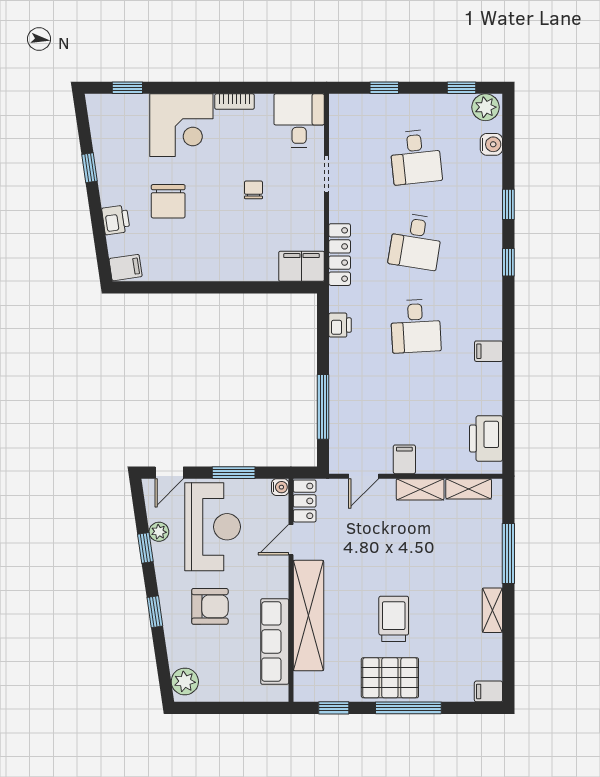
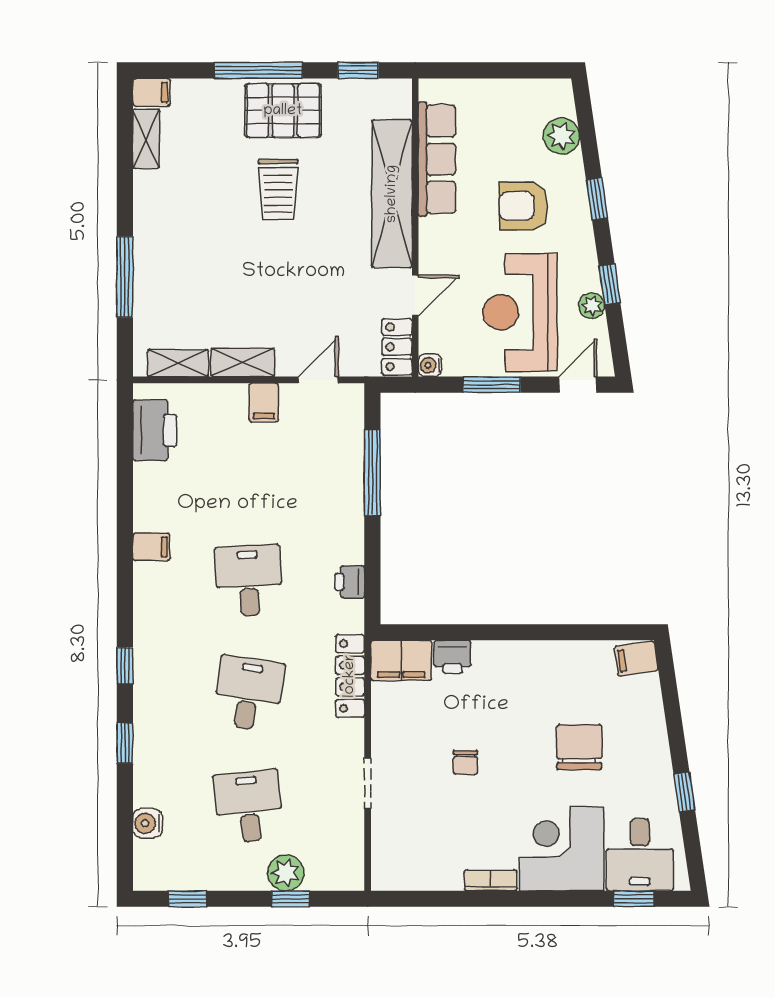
plant: (485, 107) -> (286, 873), moved
desk: (299, 121) -> (640, 855), moved
printer: (116, 220) -> (452, 657), moved, turned -82
shelving: (492, 610) -> (146, 139), moved
plant: (185, 681) -> (562, 136), moved

